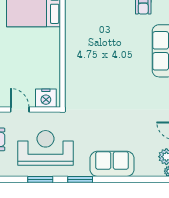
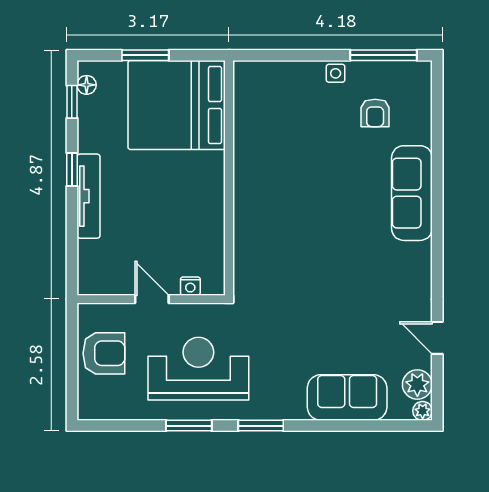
nightstand: (46, 98) -> (190, 286), width x0.53, depth x0.56
sofa: (112, 164) -> (347, 397), moved

